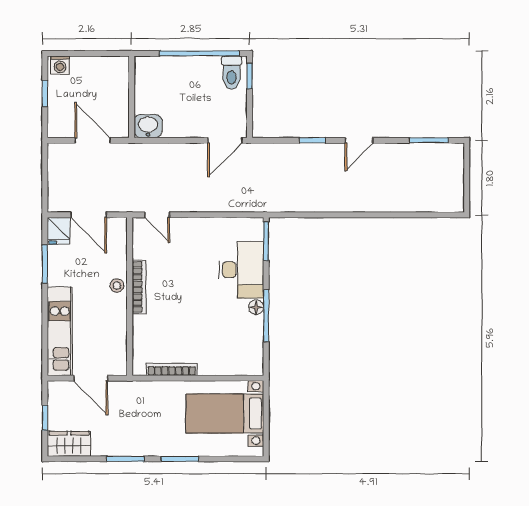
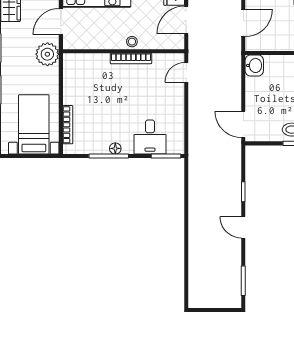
desk: (241, 270) -> (150, 137), width x0.73
bookcase: (172, 369) -> (68, 125), moved
plant: (133, 396) -> (47, 54), added

